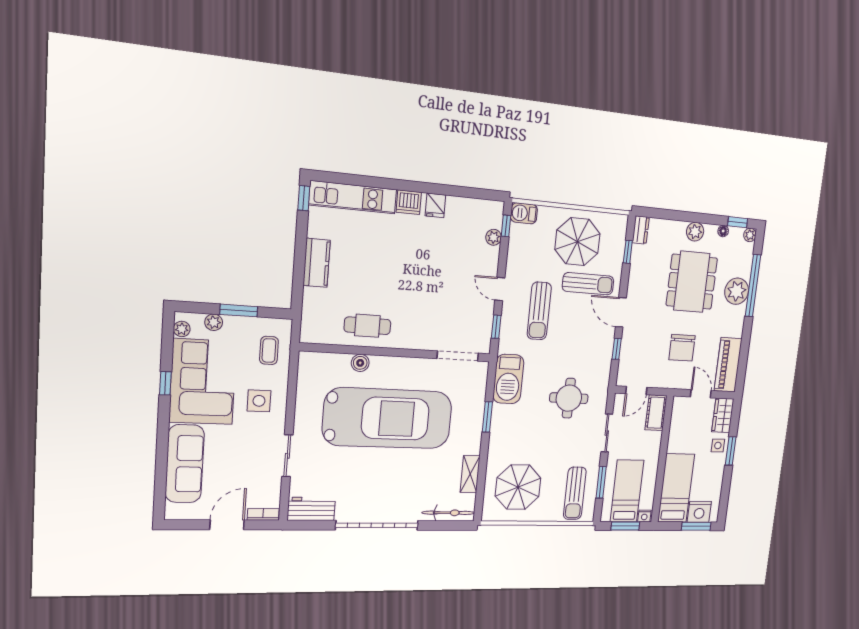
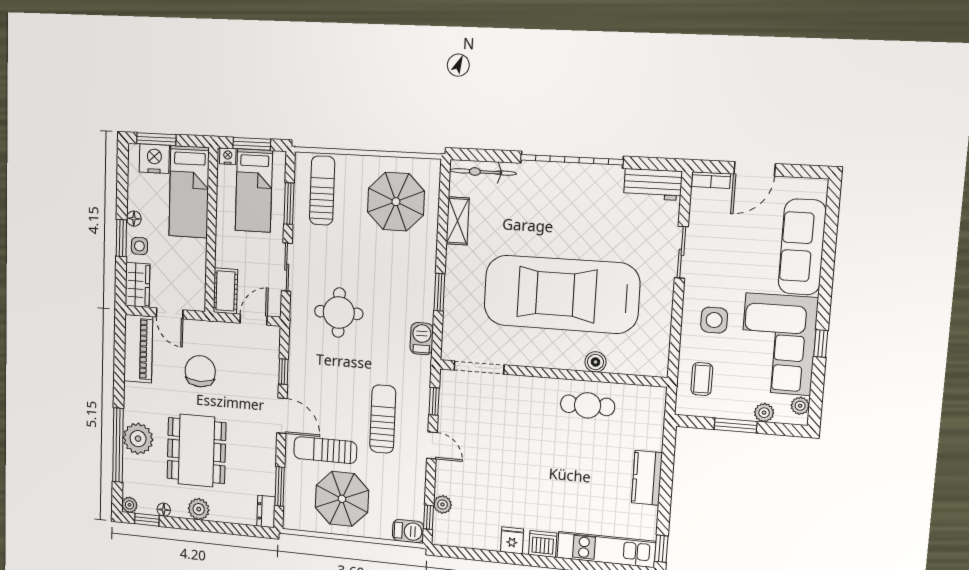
window: (628, 252) -> (280, 487), width x1.50
barbecue: (508, 379) -> (422, 339), width x0.53, depth x0.65
floor lamp: (720, 466) -> (134, 219), added

